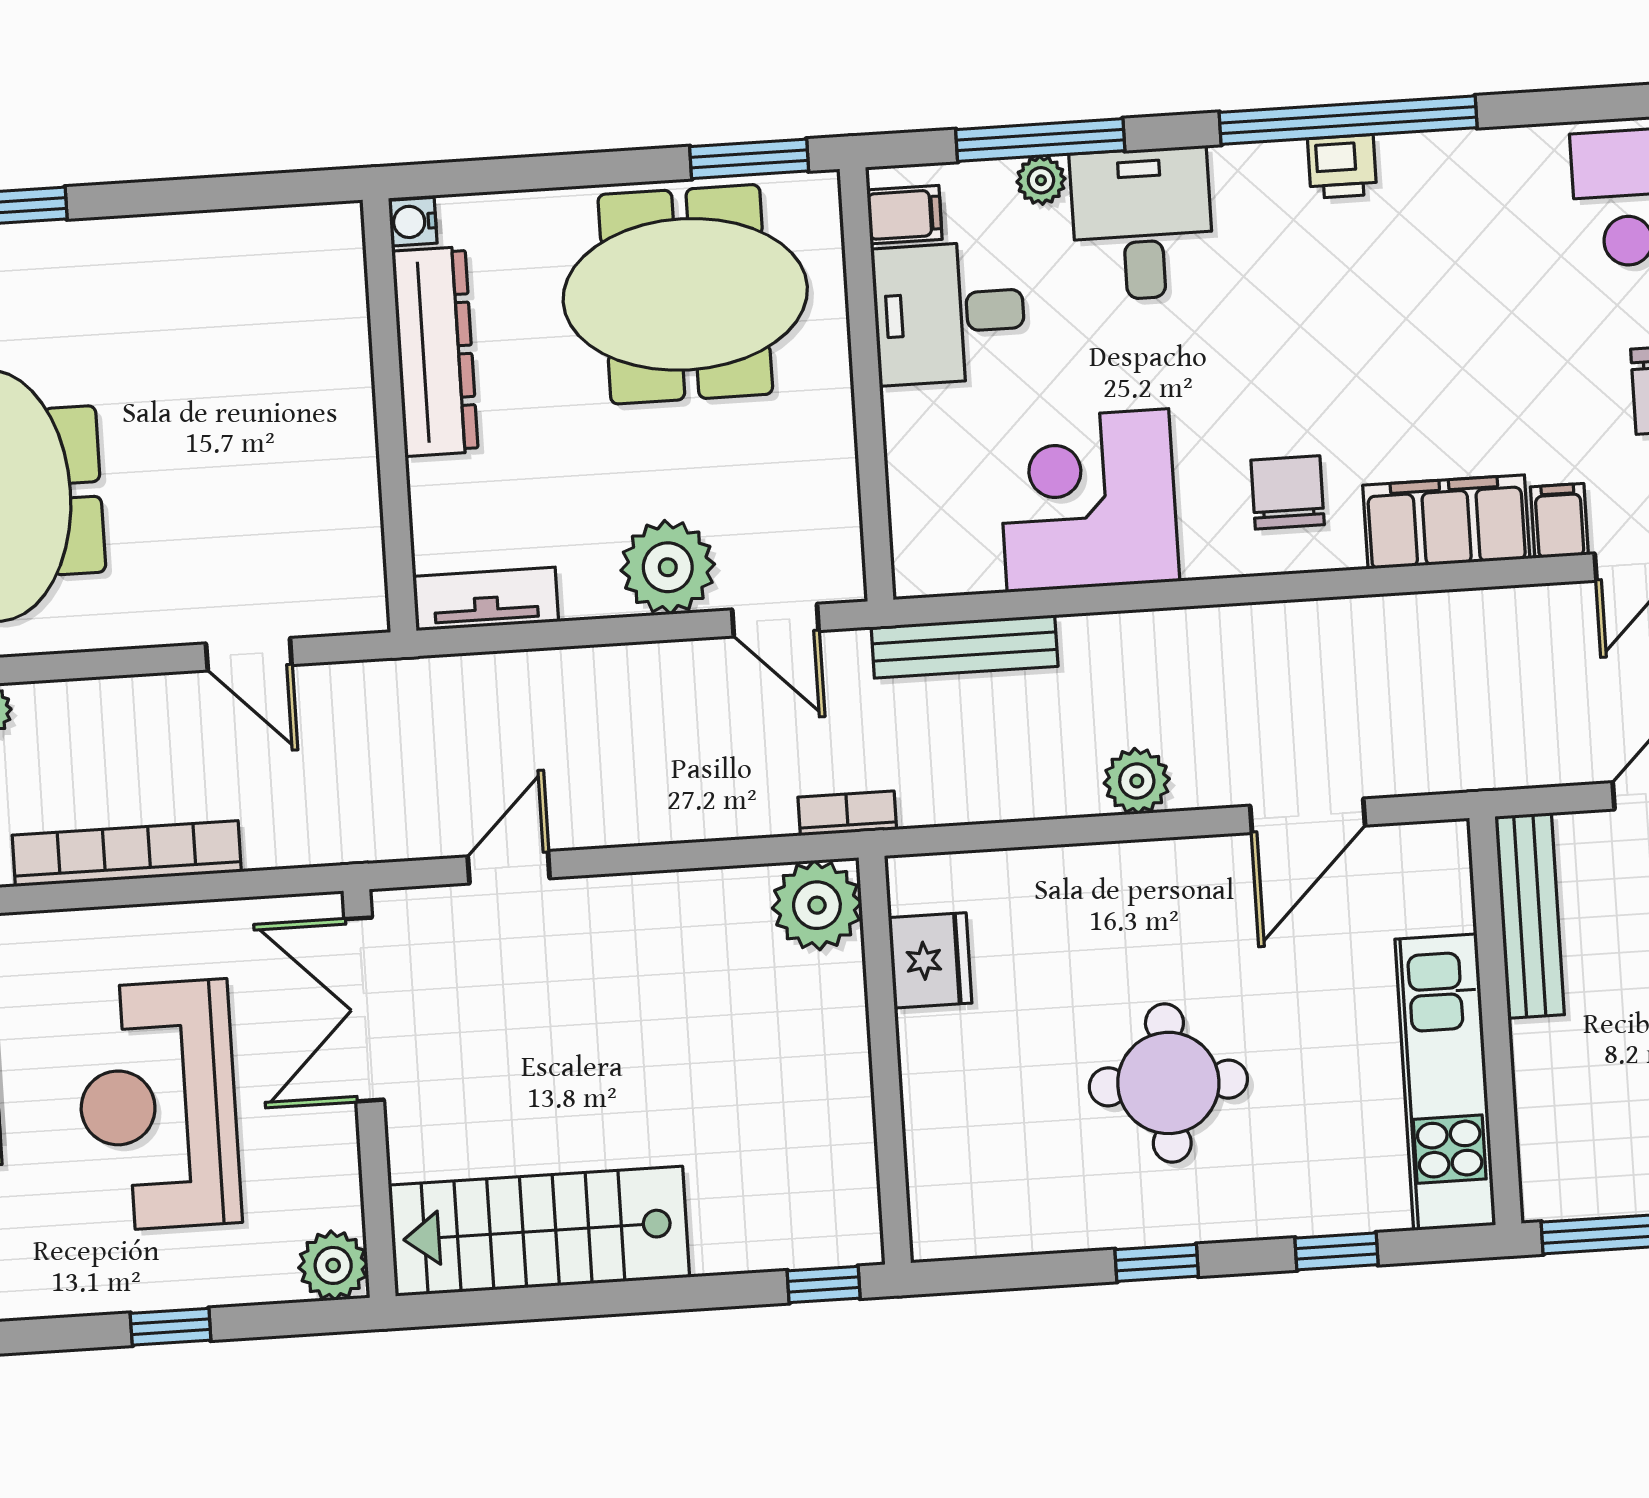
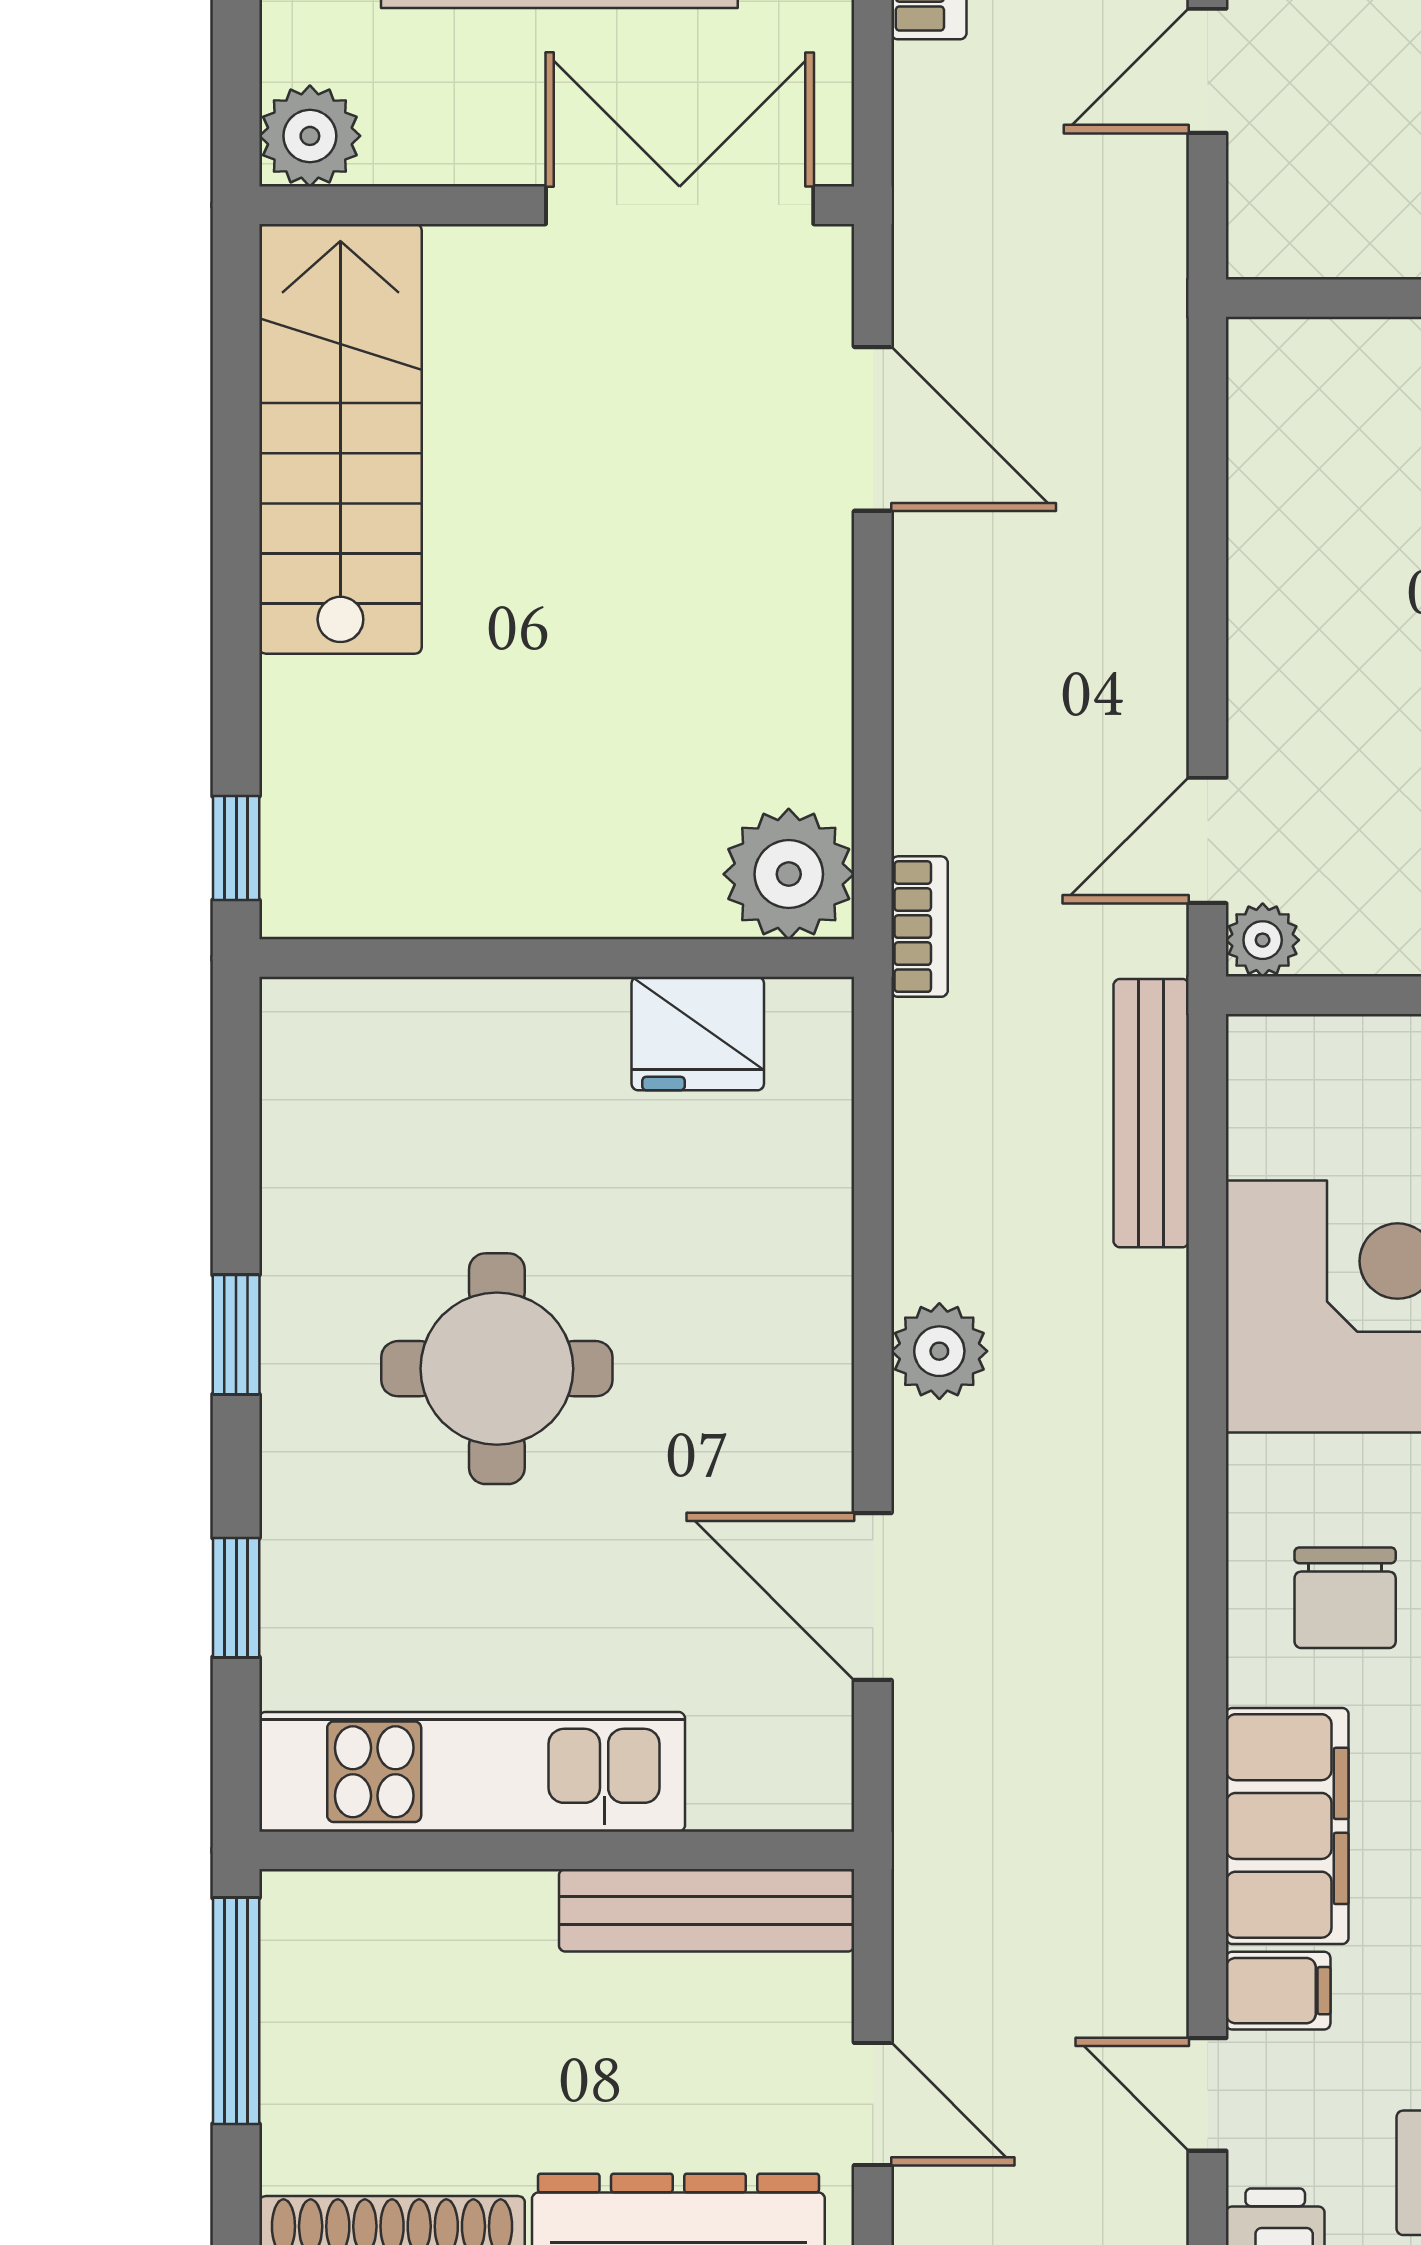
chair: (1288, 492) -> (1345, 1598), turned 90
plant: (668, 567) -> (1263, 940), moved, width x0.53, depth x0.53
tv unit: (486, 599) -> (1266, 421), removed
door: (509, 867) -> (873, 429), width x1.38

